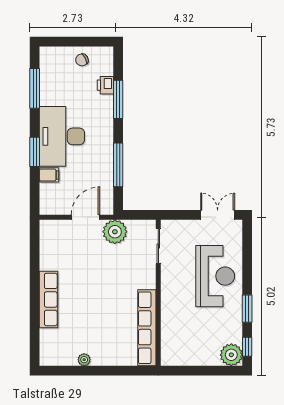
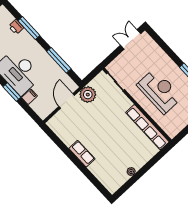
reception desk: (215, 276) -> (159, 91), moved
row of seats: (49, 299) -> (82, 154), width x0.68

